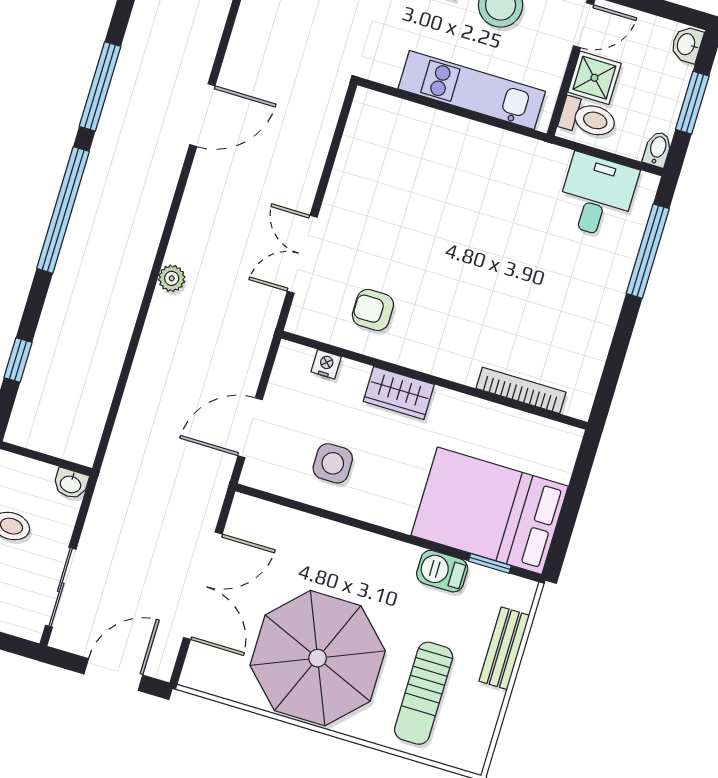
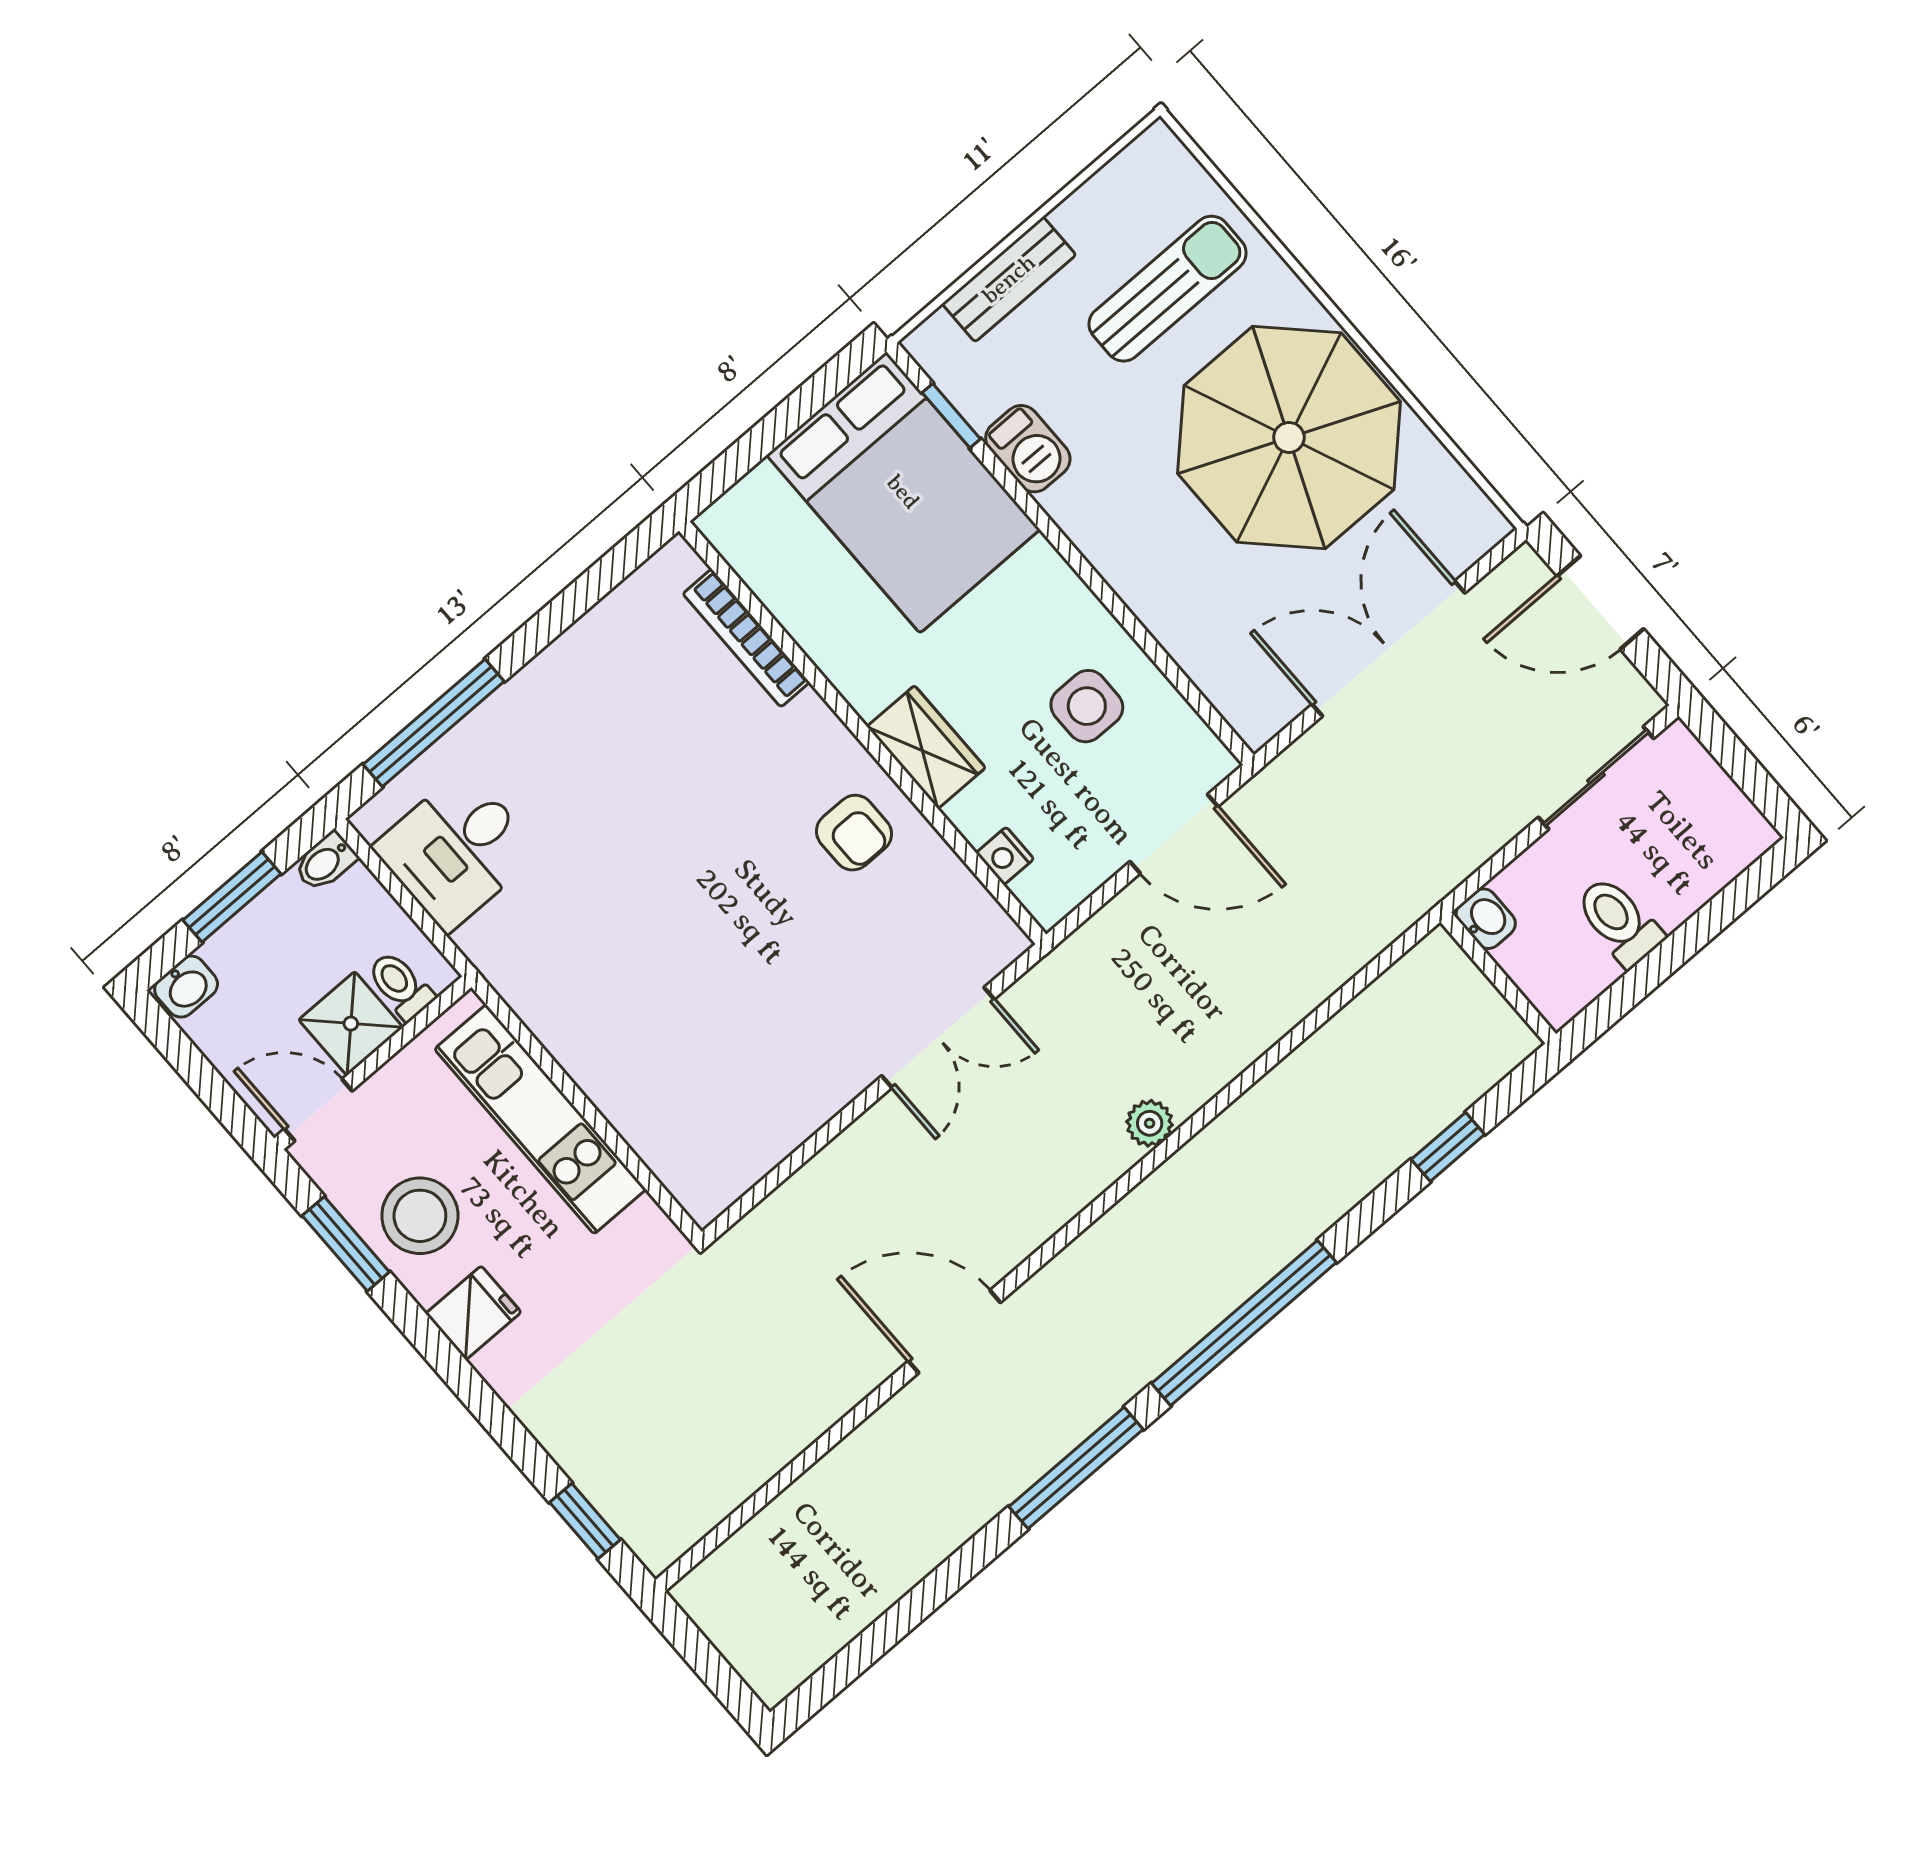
toilet: (588, 118) -> (400, 986), width x0.73, depth x0.72
armchair: (373, 310) -> (854, 833), moved

